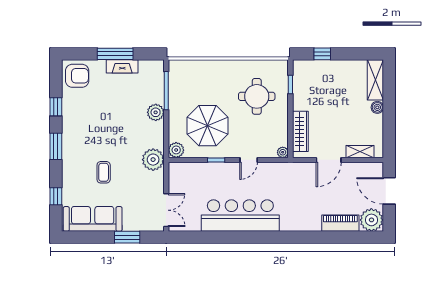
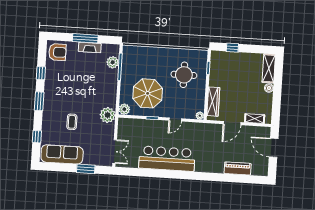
plant: (156, 112) -> (113, 62), moved
plant: (371, 220) -> (260, 168), removed

